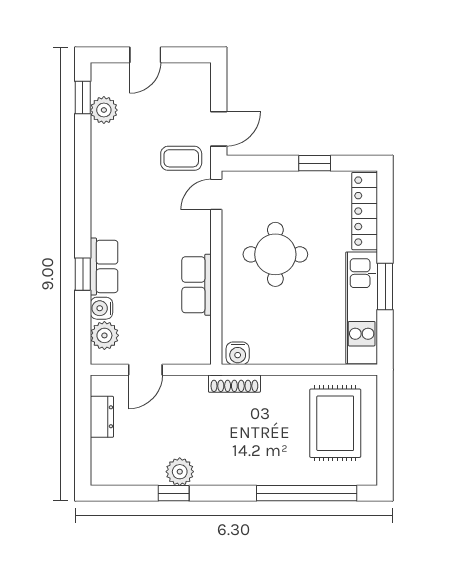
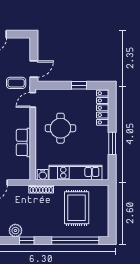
kitchen unit: (362, 308) -> (75, 173), moved, turned 90
rug: (335, 423) -> (77, 208), moved
window: (174, 493) -> (27, 241), moved

